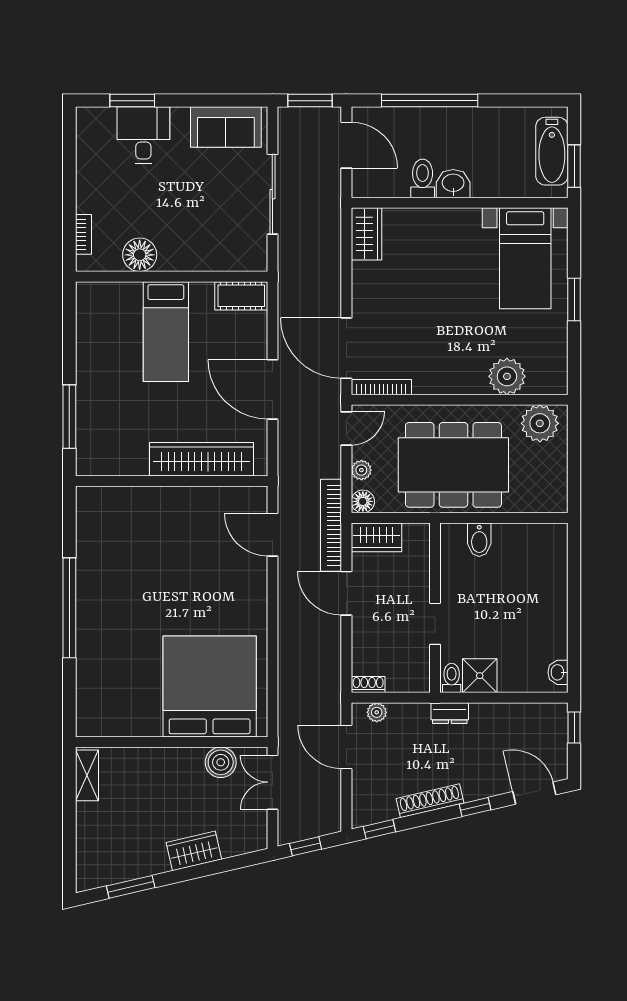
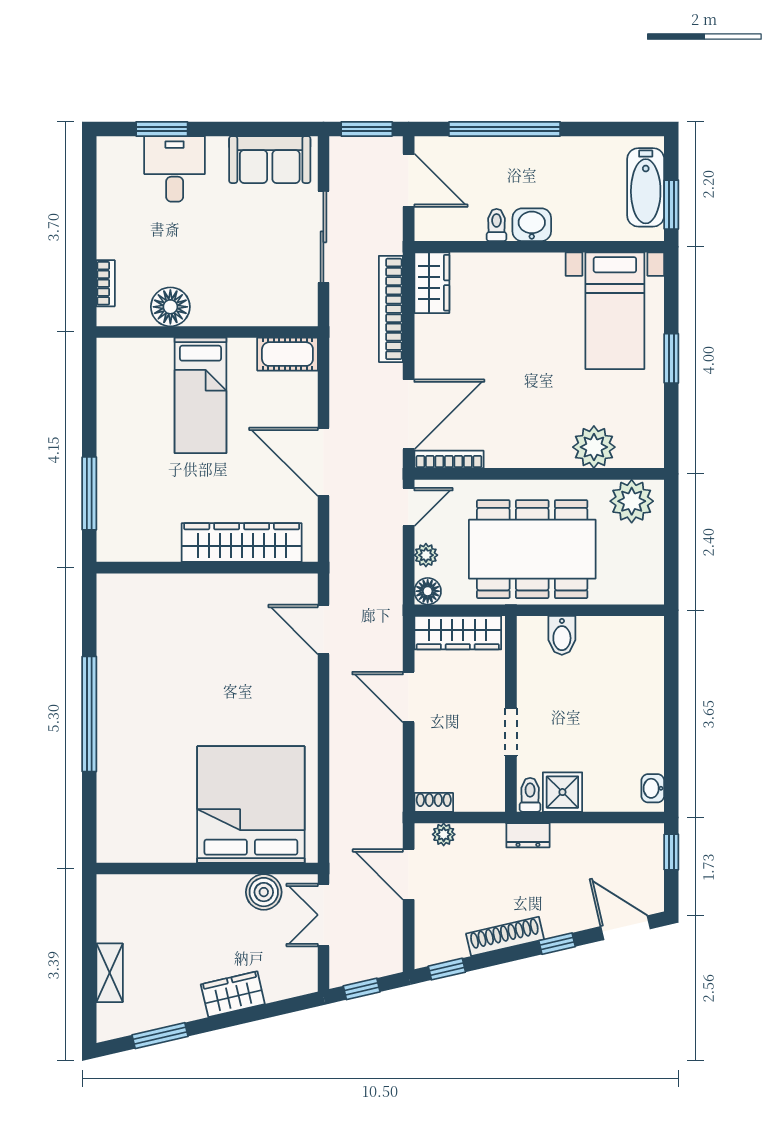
toilet: (423, 178) -> (497, 225), width x0.73, depth x0.72
door: (346, 348) -> (409, 414), swing flipped
bookcase: (331, 525) -> (391, 309), moved
wardrobe: (376, 537) -> (458, 633), width x1.50
shelving: (87, 775) -> (110, 973), moved

